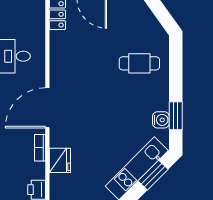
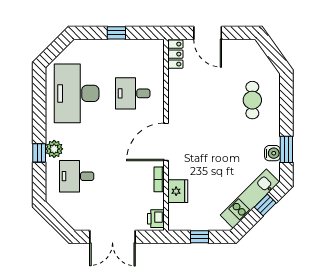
cafe table: (139, 63) -> (252, 100), turned 90
window: (153, 175) -> (265, 205), width x0.67

